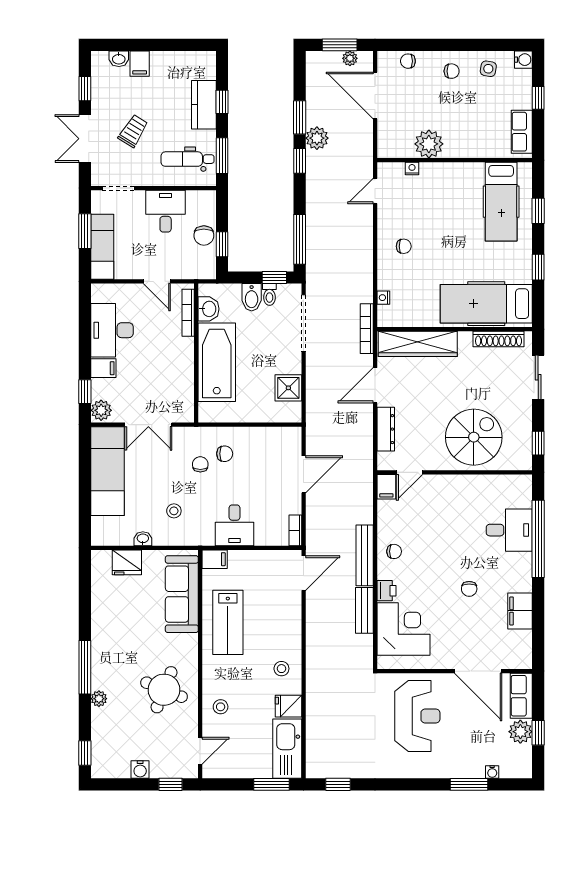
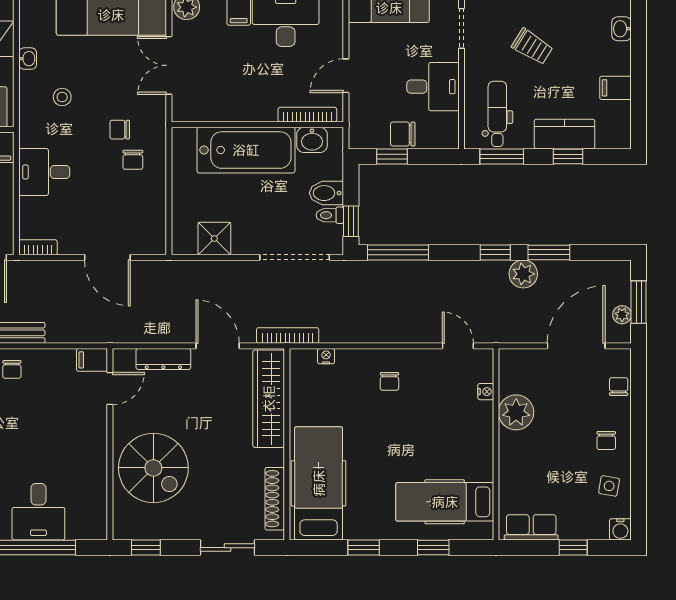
filing cabinet: (140, 64) -> (616, 88), moved
chair: (200, 464) -> (120, 130), turned 180
door: (410, 472) -> (110, 388), swing flipped

